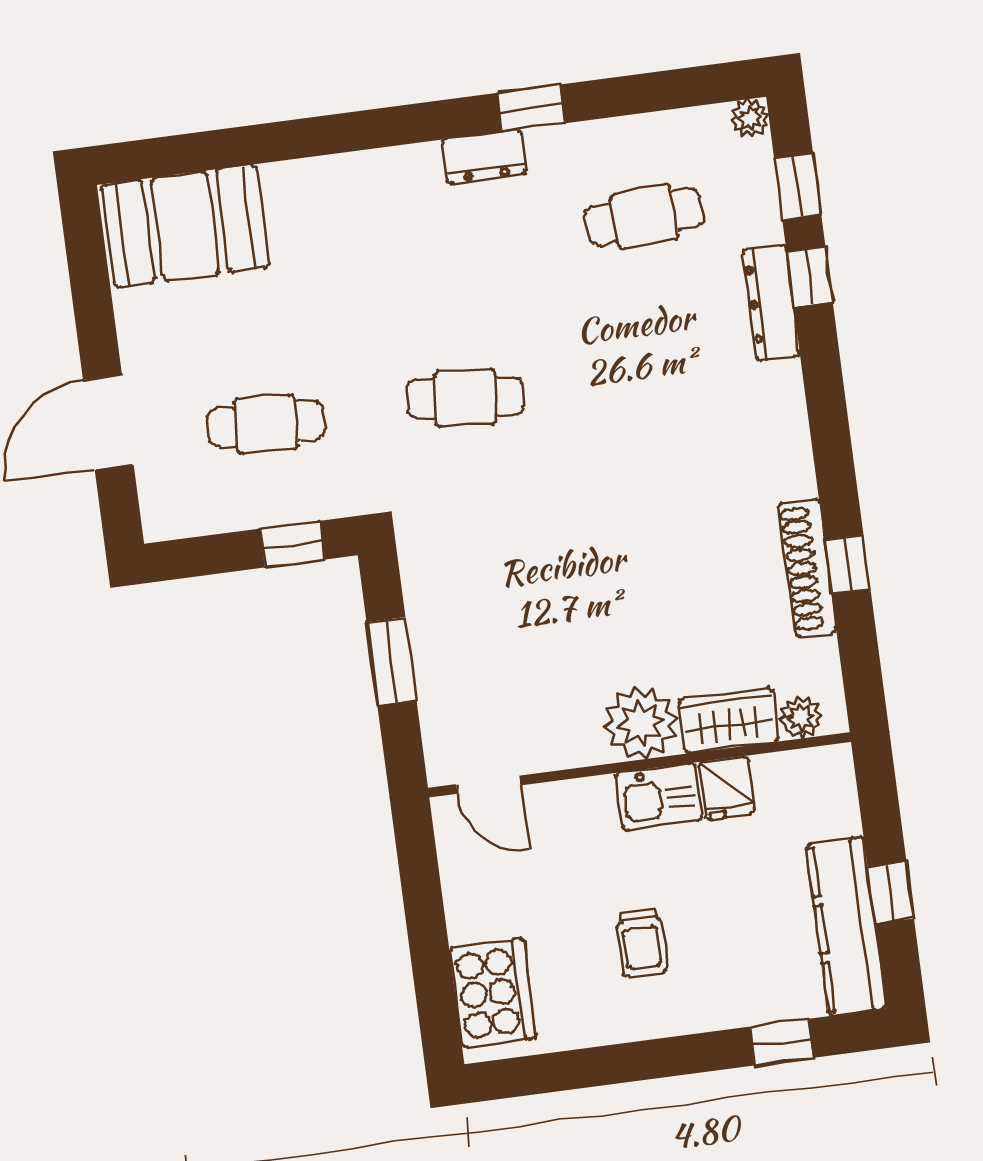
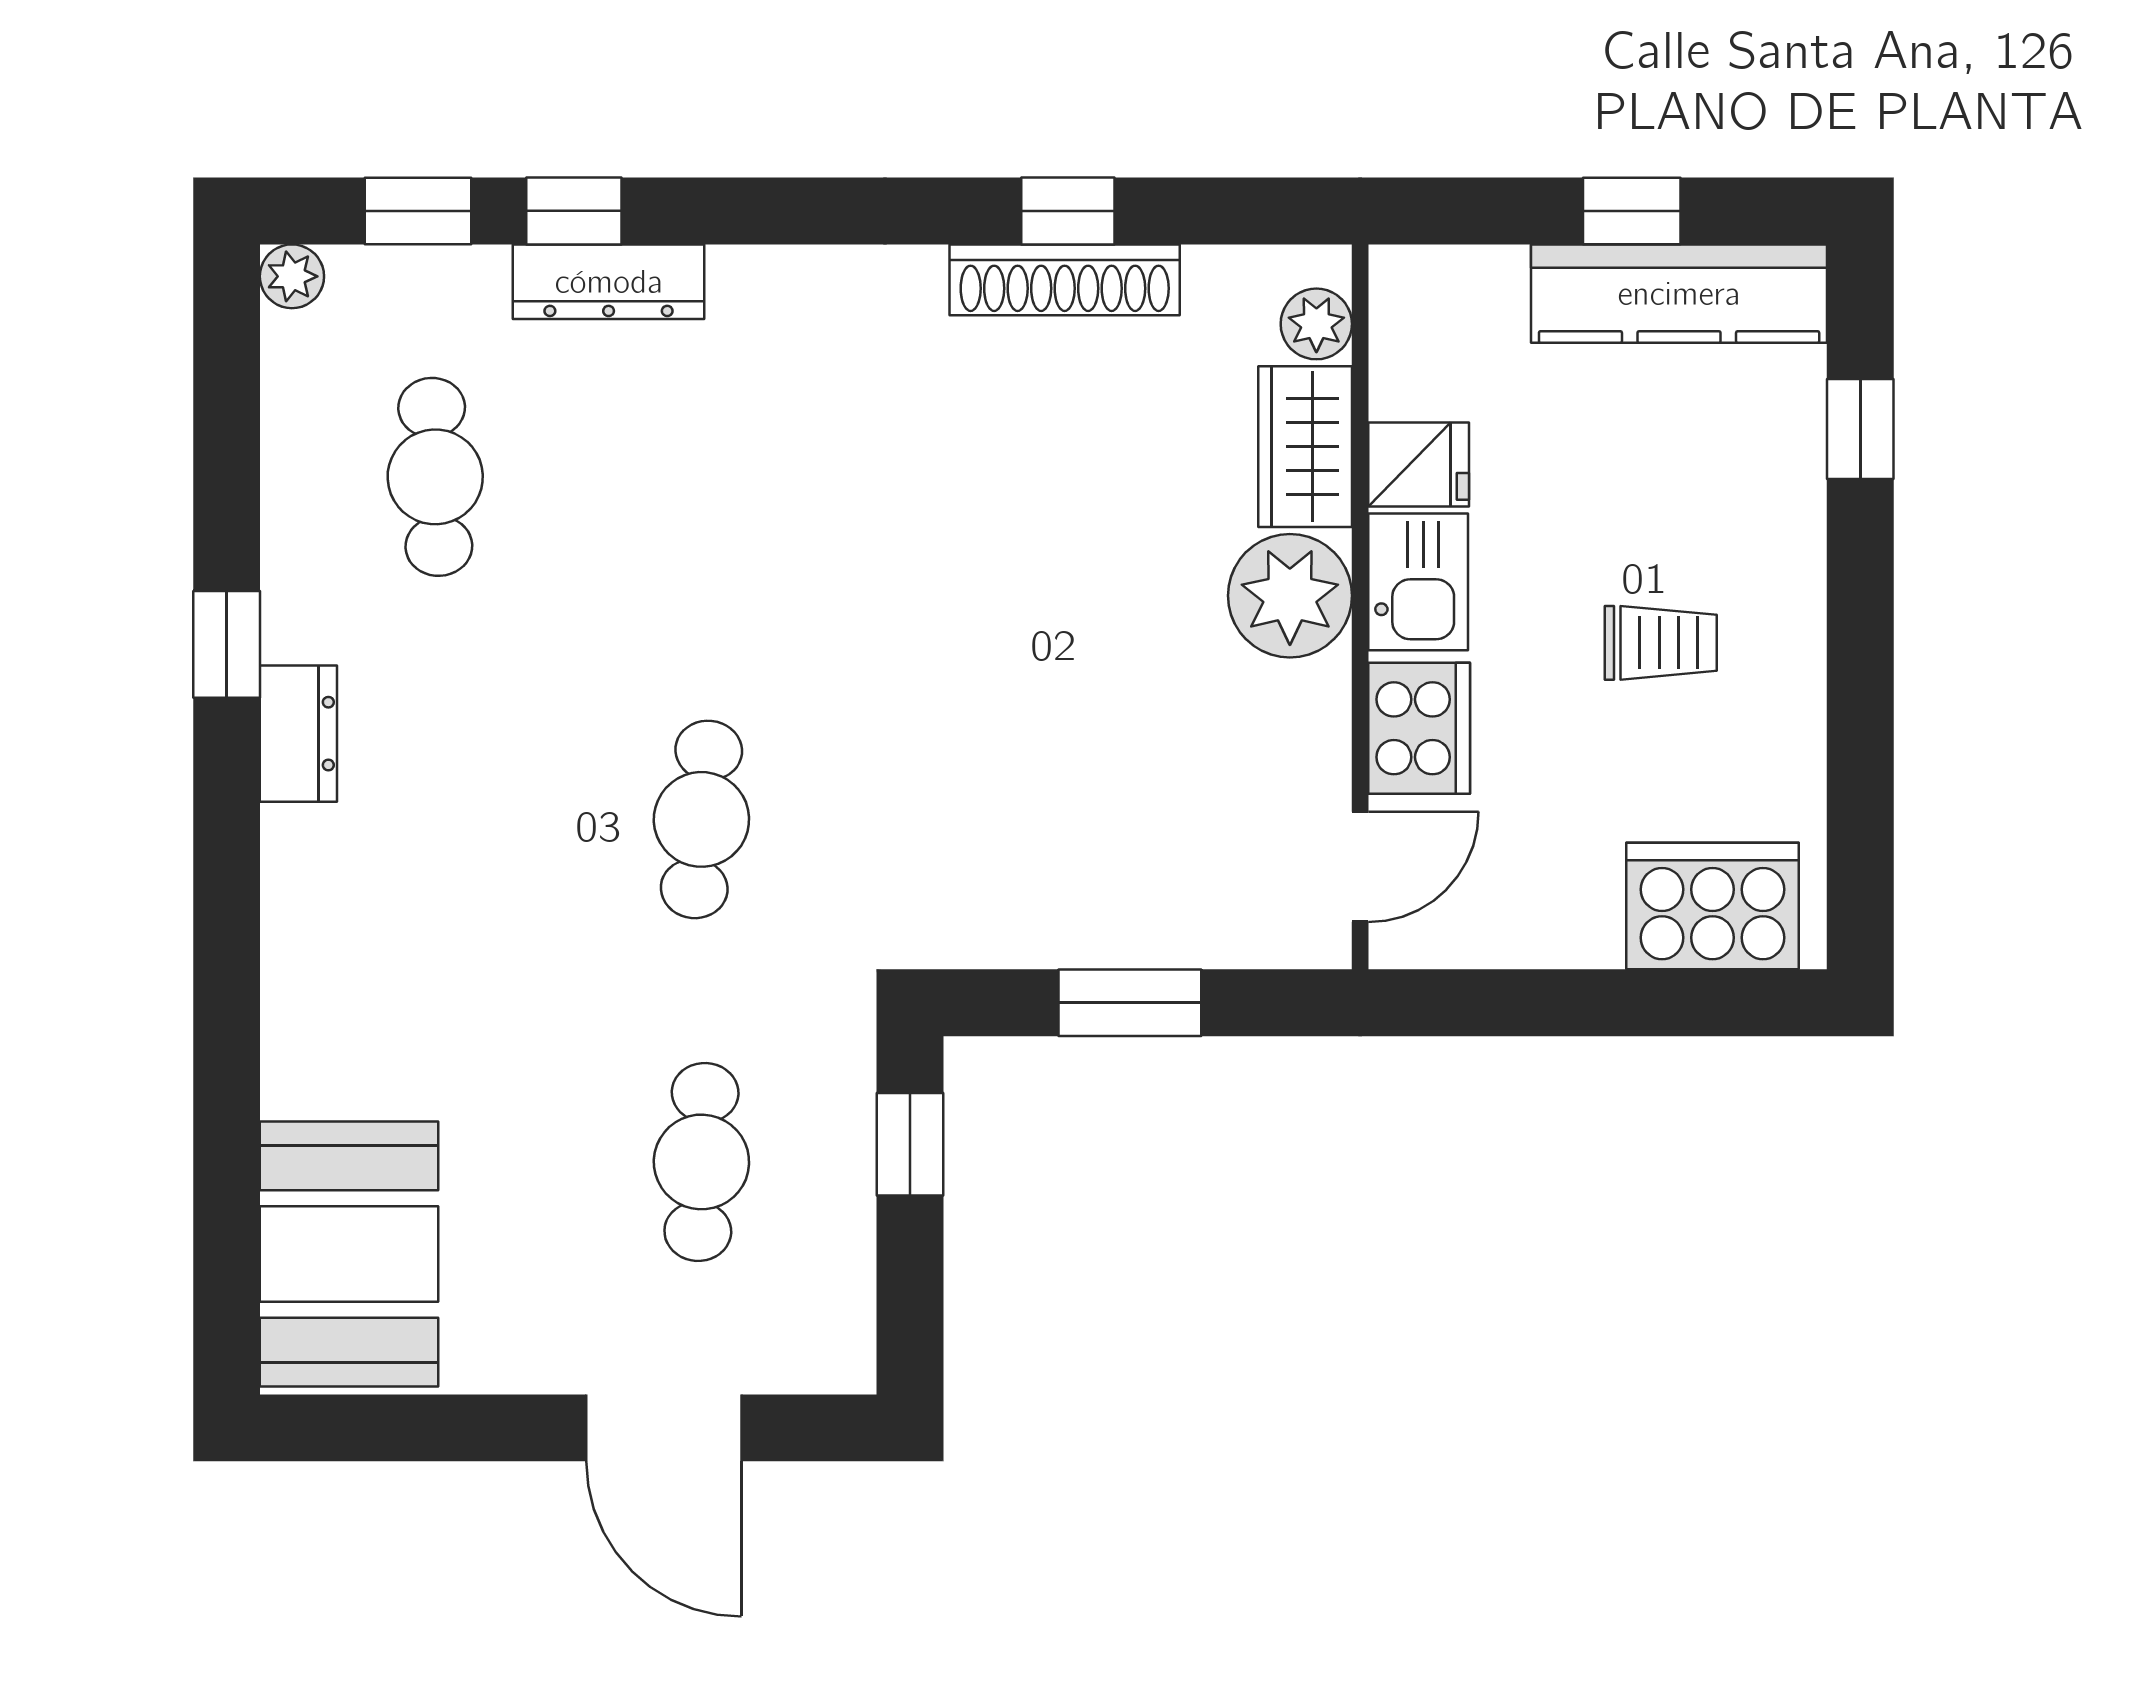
cooker: (573, 809) -> (1419, 728), added

